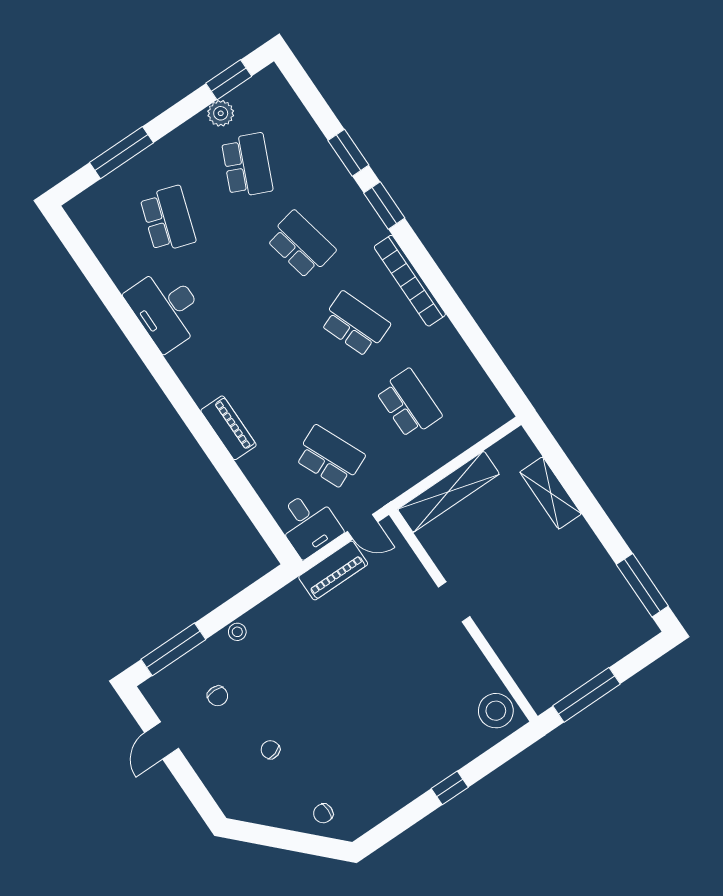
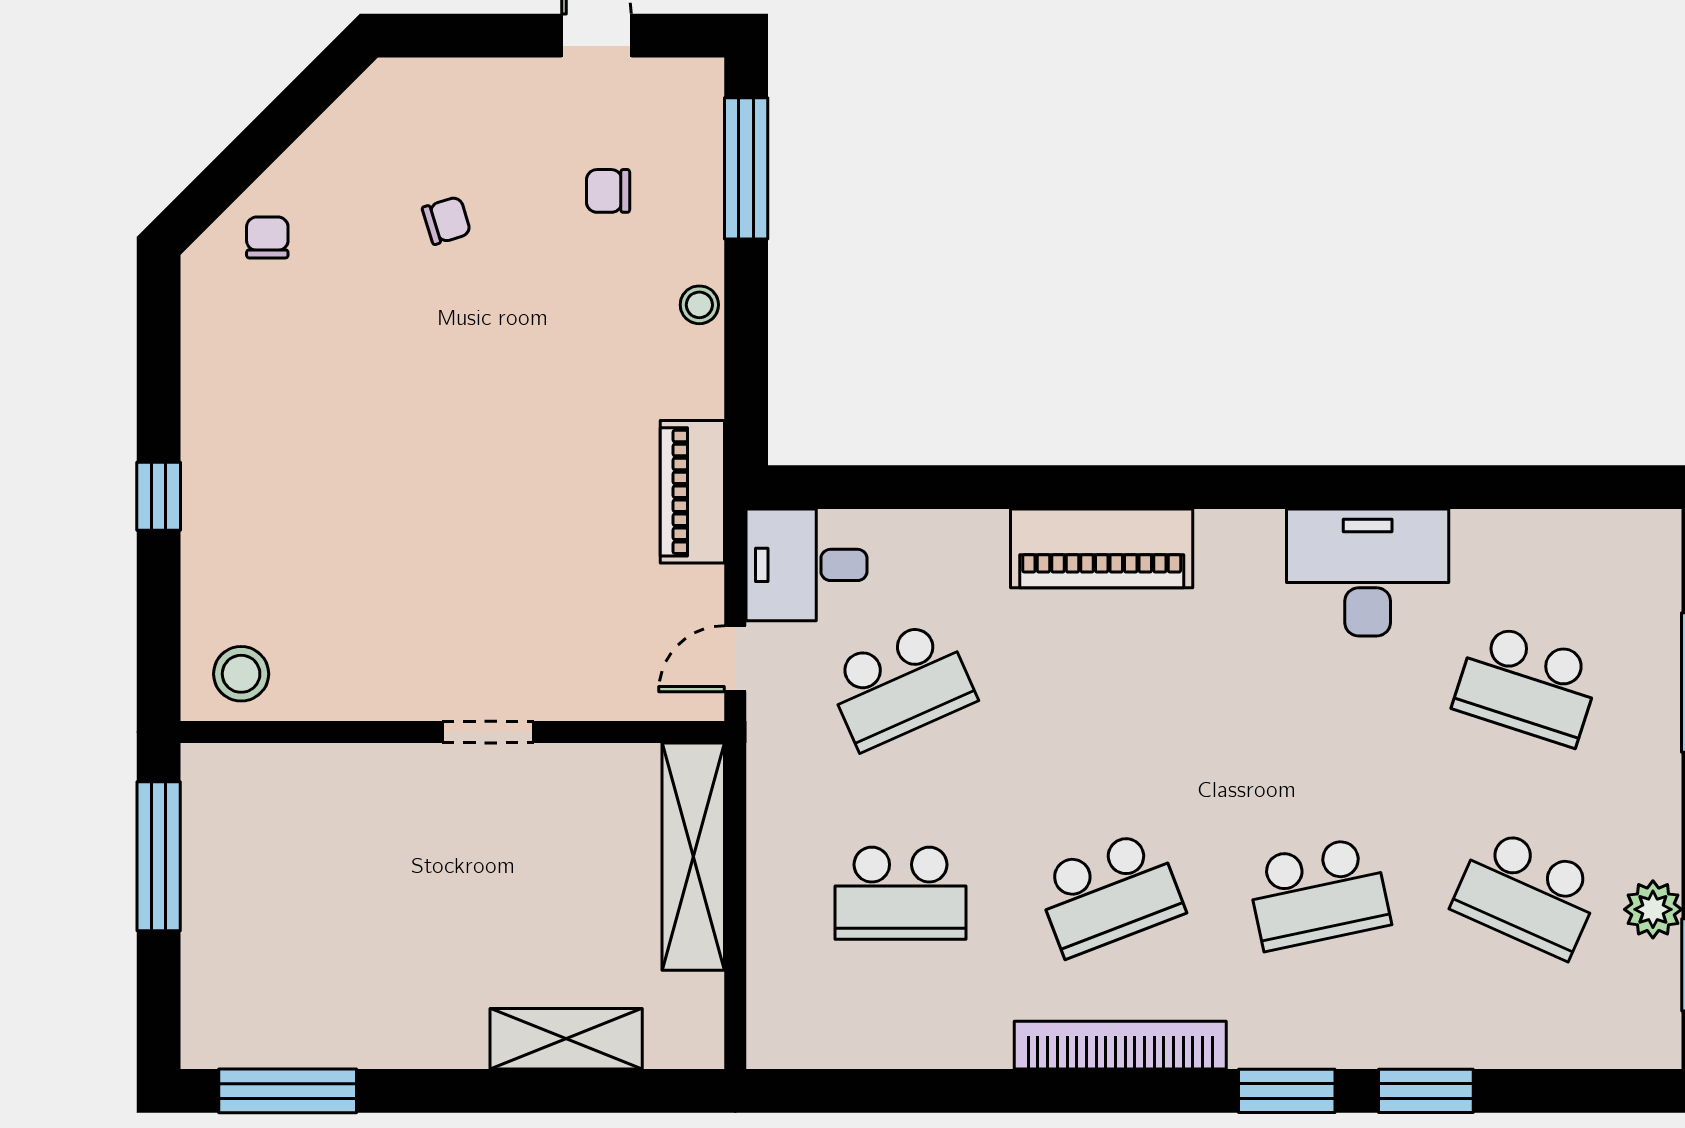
piano: (229, 428) -> (1102, 548), width x1.37, depth x1.33
piano: (333, 570) -> (692, 492), moved
stool: (496, 711) -> (241, 674), width x0.73, depth x0.73

